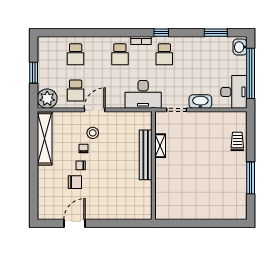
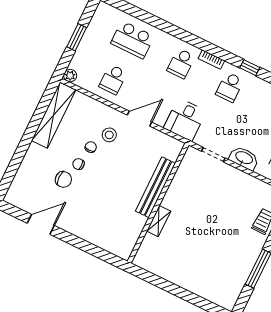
window: (161, 33) -> (250, 68), moved
school desk: (76, 54) -> (132, 40), width x1.85
desk: (143, 94) -> (185, 120), width x0.73
plant: (47, 99) -> (70, 76), width x0.53, depth x0.53
door: (95, 110) -> (139, 119), moved
shelving: (160, 146) -> (159, 221), moved

